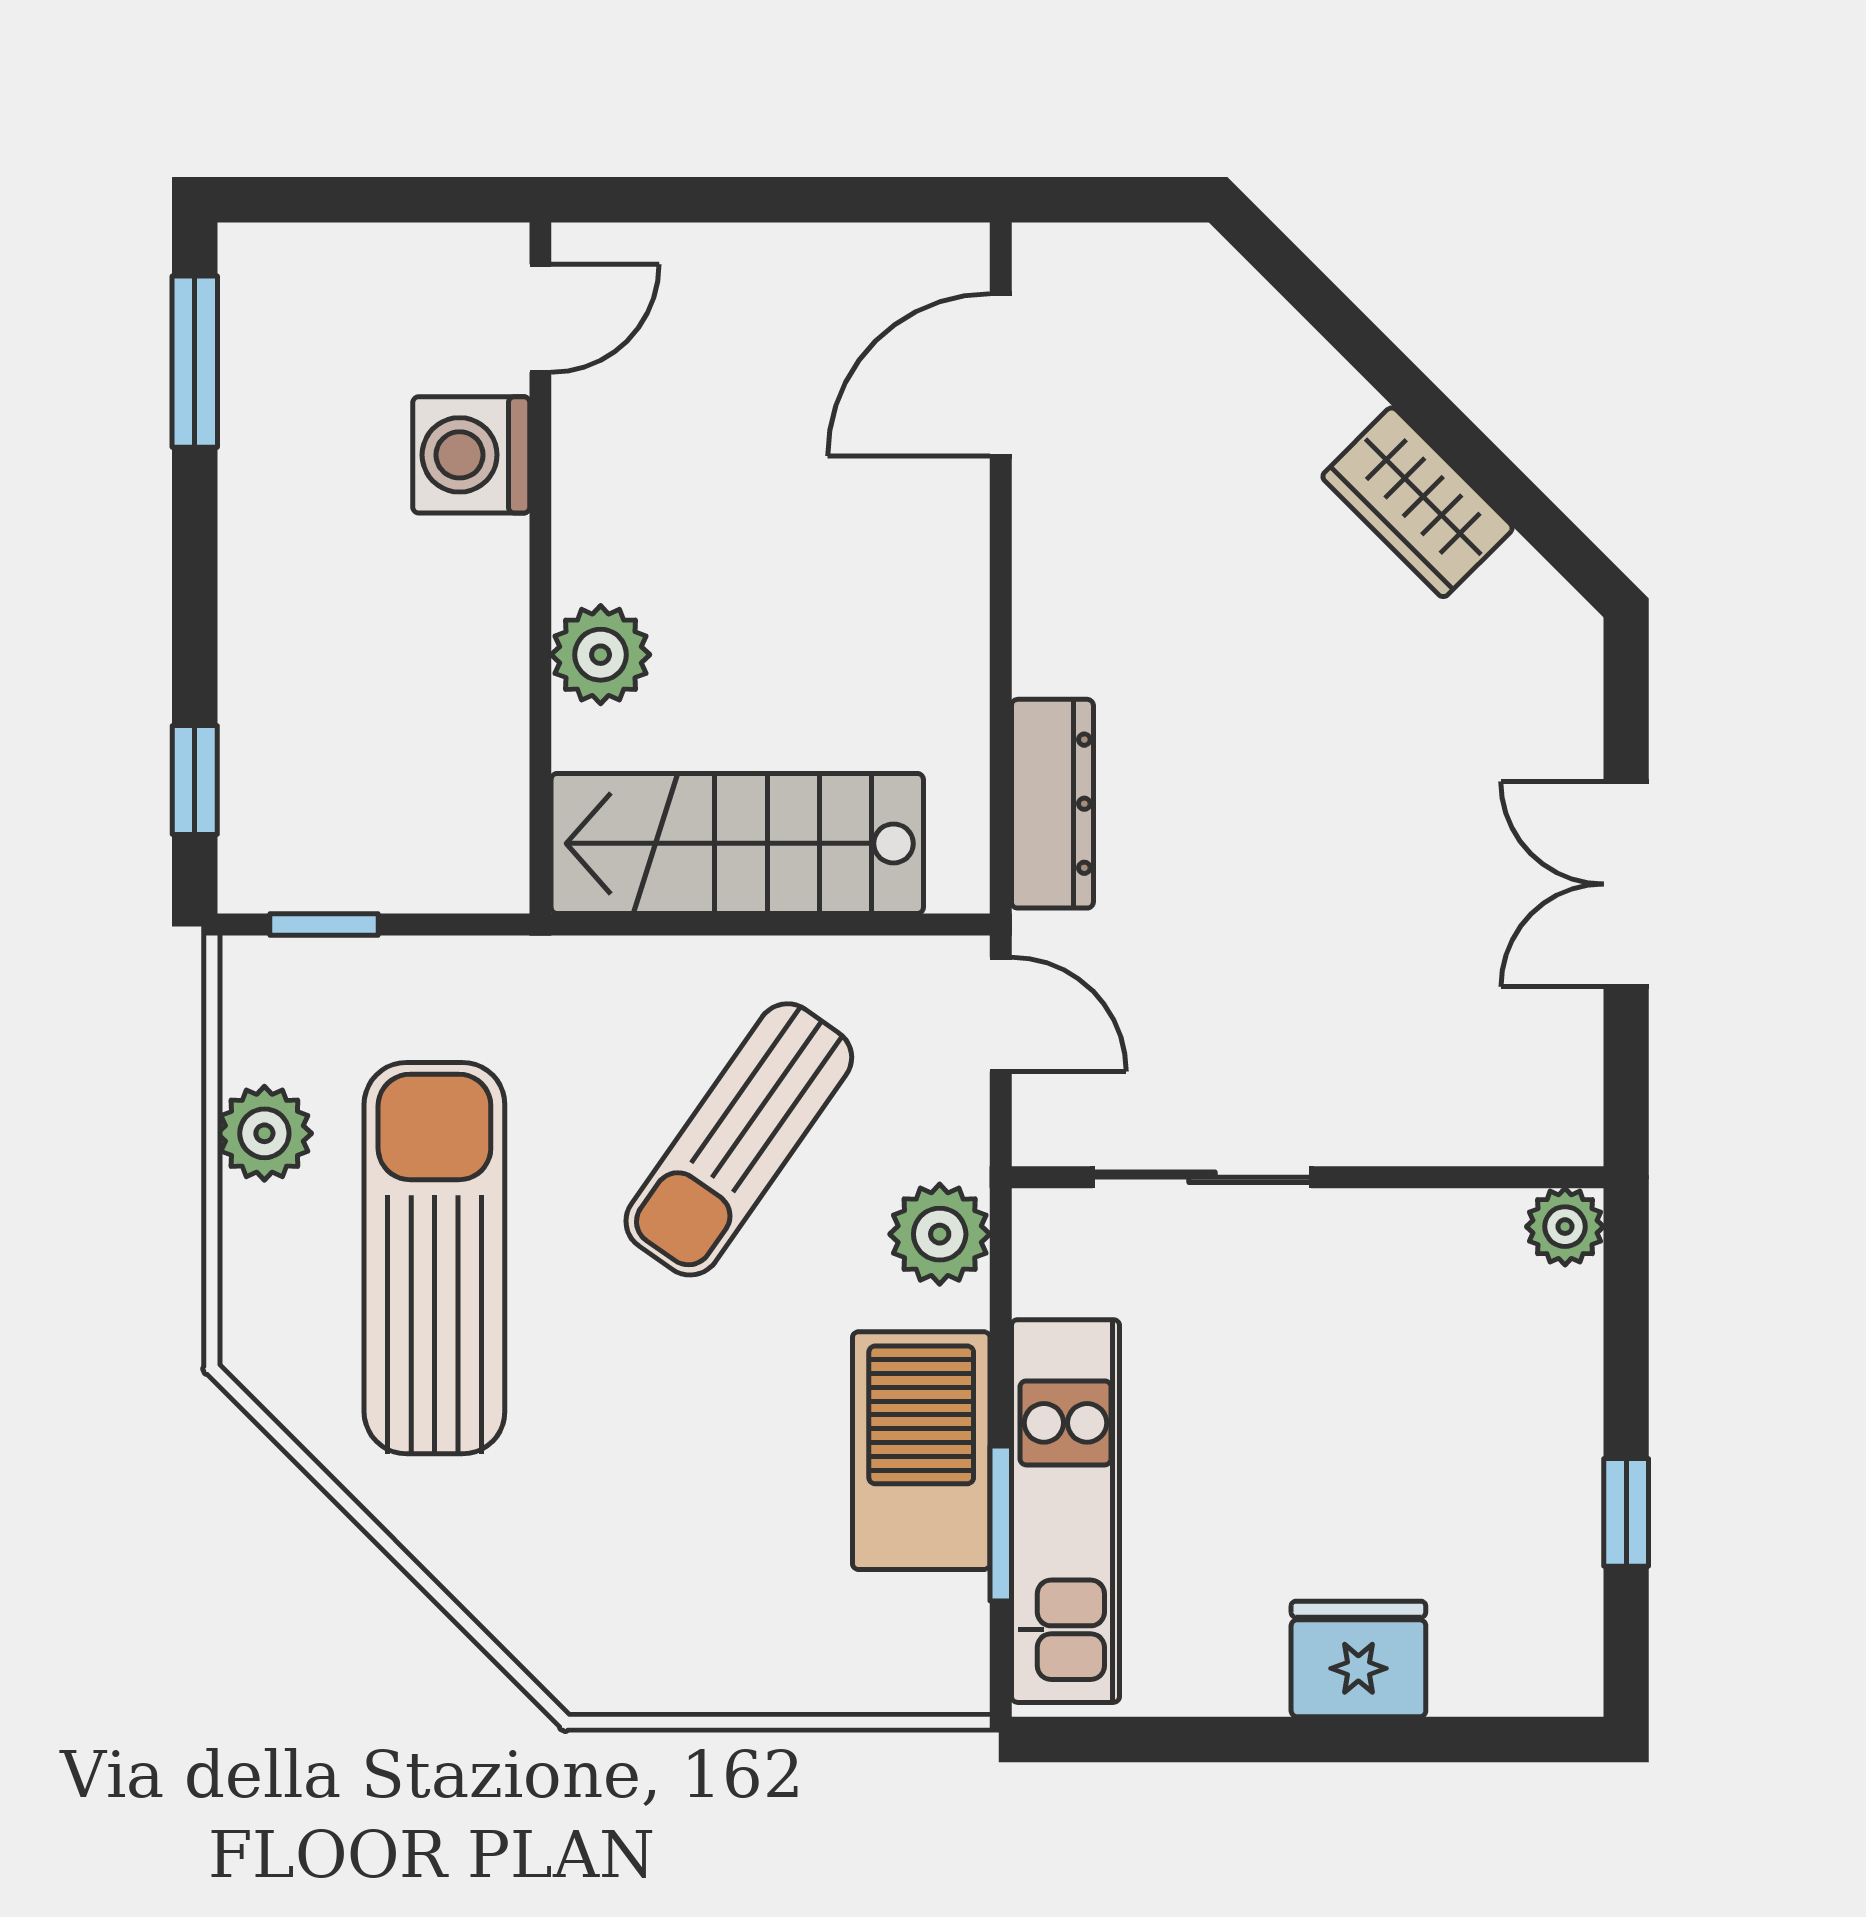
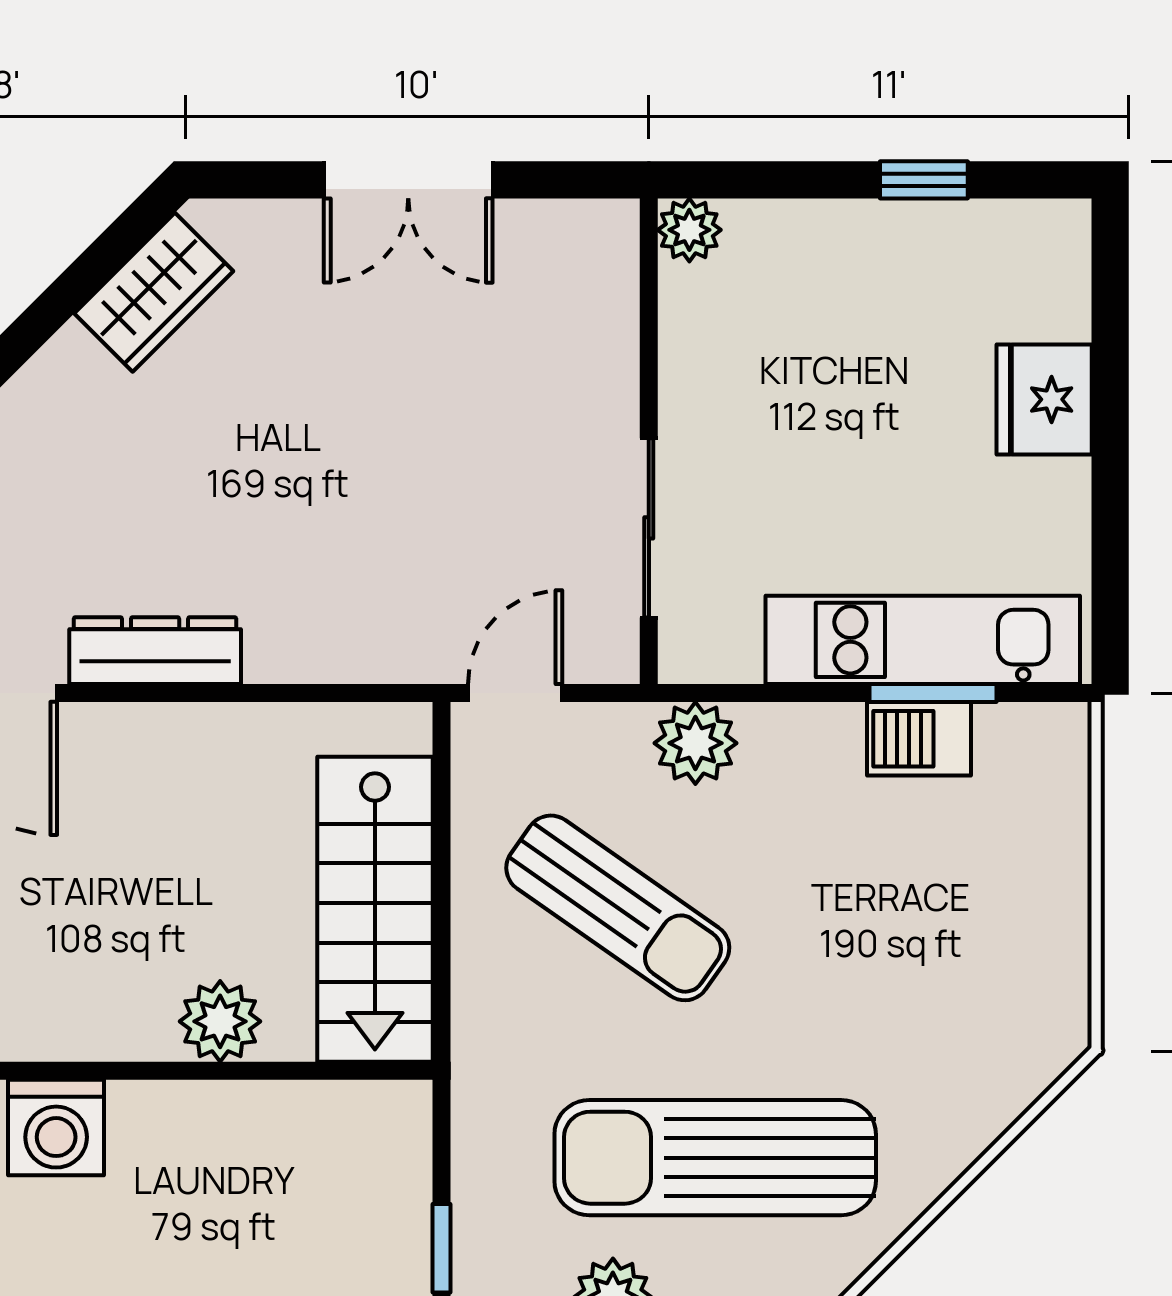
wardrobe: (1417, 502) -> (154, 292), moved
dresser: (1052, 804) -> (155, 651), moved
barbecue: (921, 1451) -> (919, 739), width x0.53, depth x0.65

